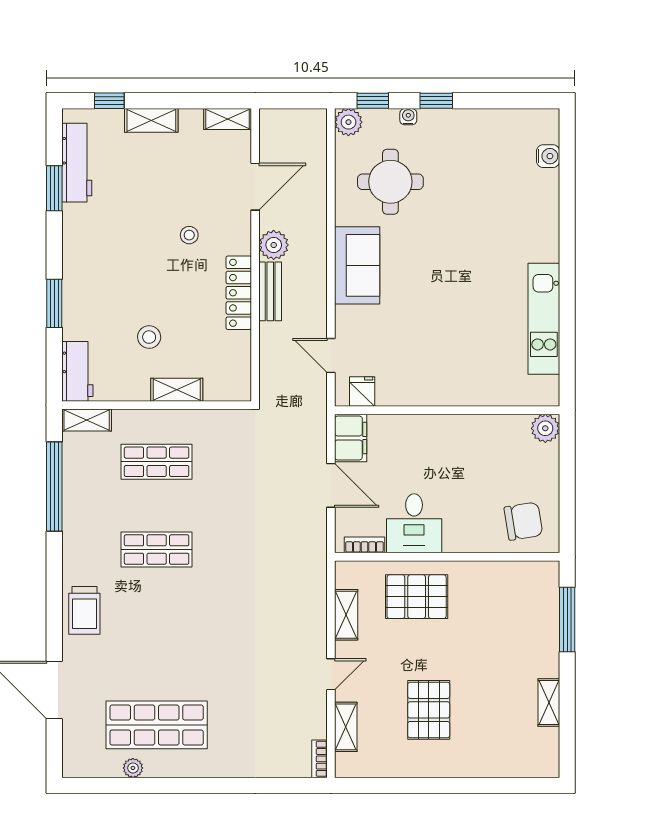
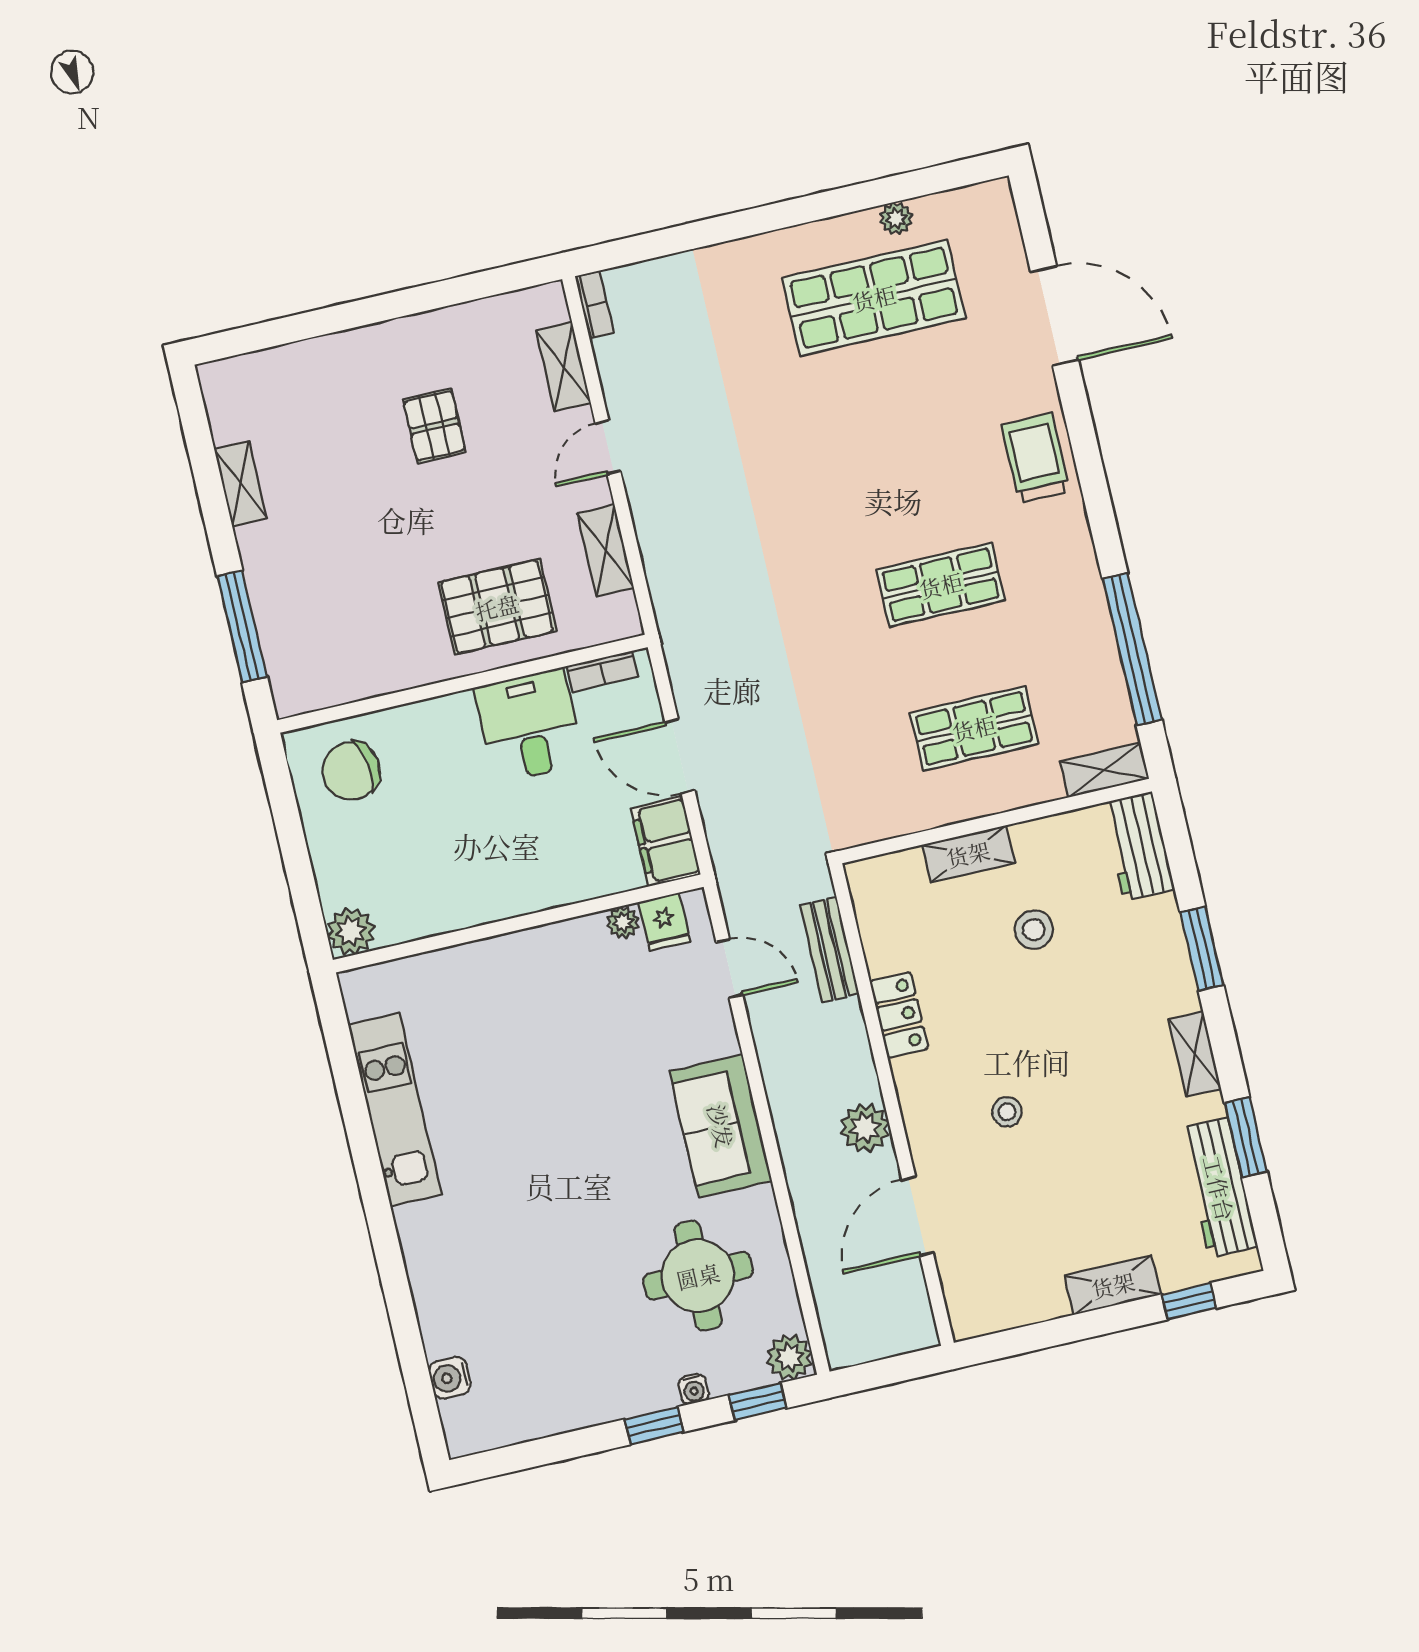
shelving: (228, 119) -> (1195, 1054), moved, turned 90
bench: (270, 291) -> (830, 950), moved
locker: (239, 293) -> (899, 1015), width x0.66
plant: (386, 397) -> (623, 922), added
pallet: (429, 710) -> (434, 426), width x0.67, depth x0.71

